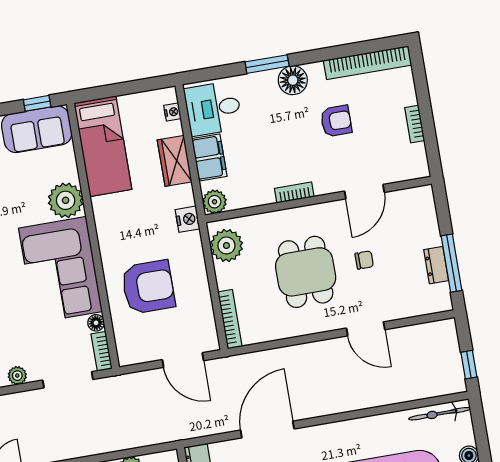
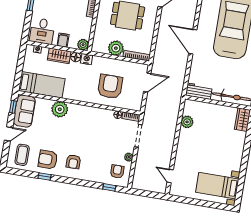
filing cabinet: (209, 158) -> (63, 40), width x0.50
floor lamp: (184, 196) -> (76, 57), added
plant: (226, 245) -> (116, 48), moved
corner sofa: (60, 270) -> (89, 122), removed
door: (267, 429) -> (193, 42), moved

